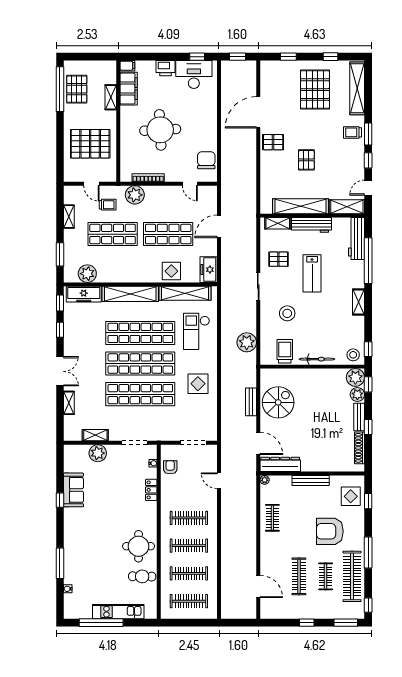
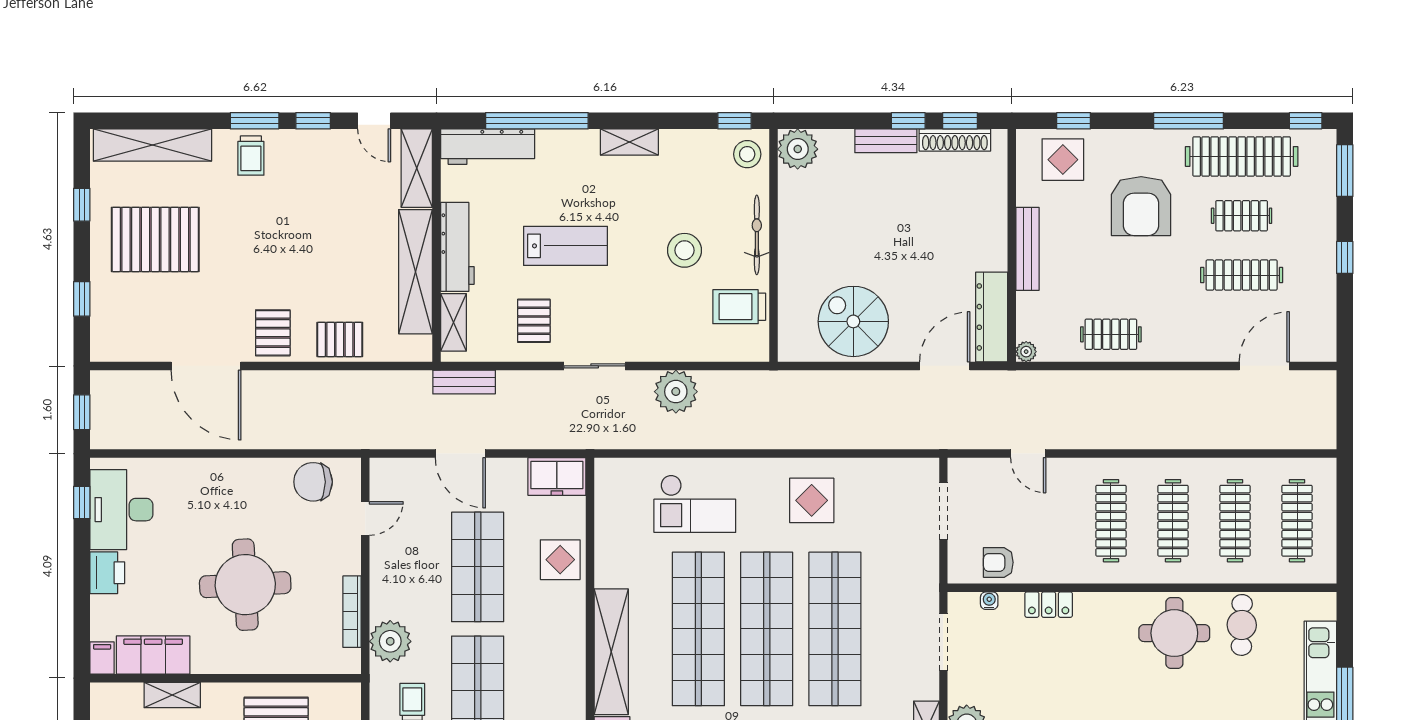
pallet: (306, 160) -> (340, 339), moved
shelving: (185, 293) -> (610, 529), removed
stool: (287, 313) -> (684, 250), moved
plant: (247, 342) -> (676, 392), moved
window: (368, 384) -> (960, 121), moved
plant: (357, 394) -> (836, 145), removed
bench: (251, 402) -> (464, 382), moved
door: (219, 481) -> (1028, 454), hinge flipped

